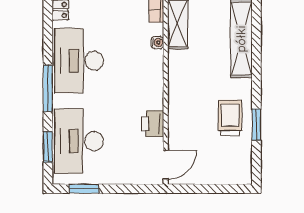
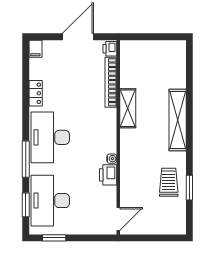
water cooler: (157, 42) -> (112, 159), moved
printer: (153, 124) -> (108, 175), moved

